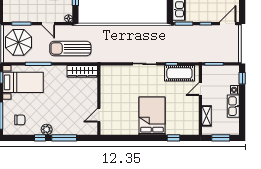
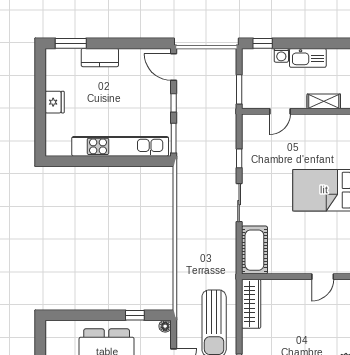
cot: (179, 73) -> (254, 250), moved
door: (200, 89) -> (280, 111), hinge flipped
door: (99, 115) -> (323, 277), hinge flipped

